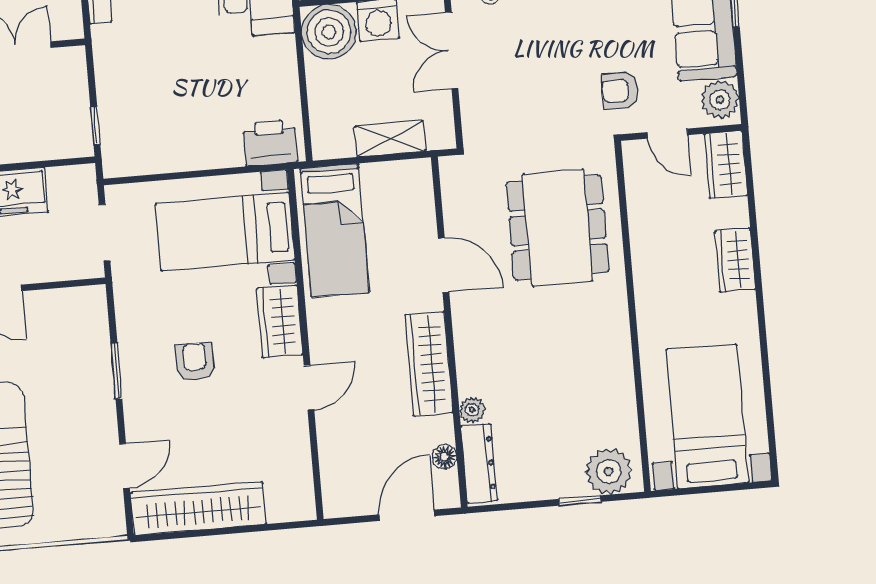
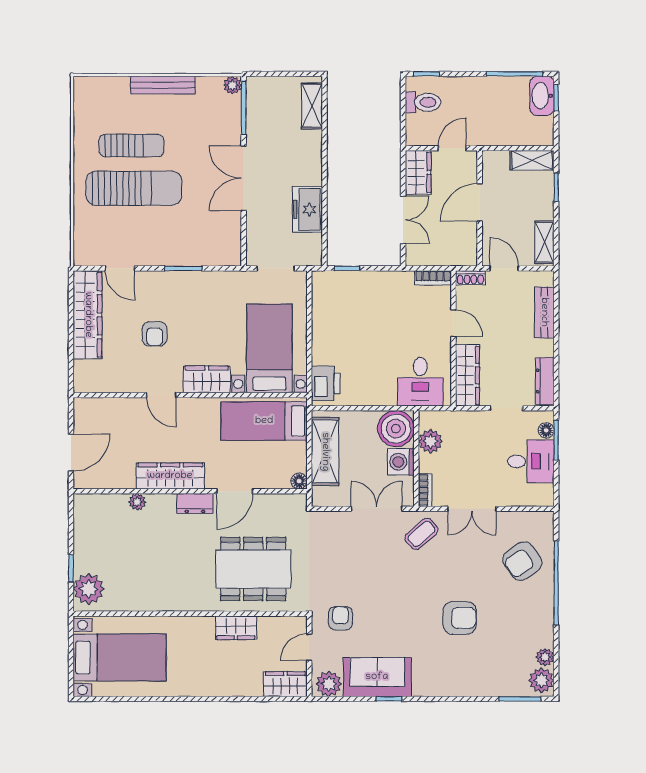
shelving: (390, 139) -> (325, 452), width x1.50, depth x1.33
wardrobe: (735, 260) -> (236, 628), moved, turned 180
armchair: (195, 362) -> (155, 334), moved, turned 90
floor lamp: (445, 457) -> (299, 481), moved
dresser: (479, 464) -> (195, 504), moved, width x0.70
door: (407, 515) -> (71, 453), hinge flipped

